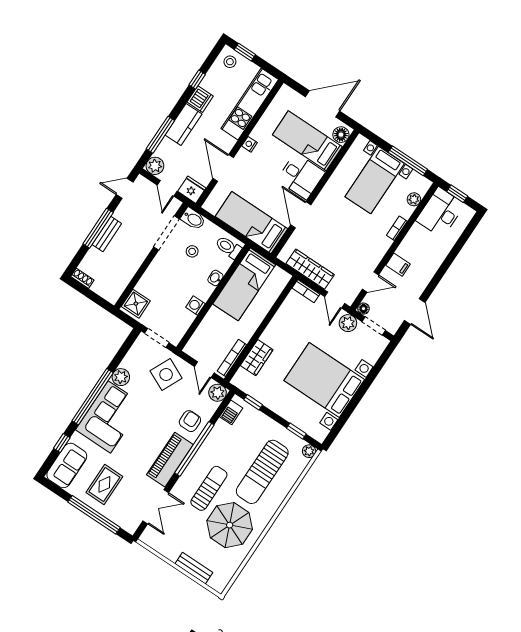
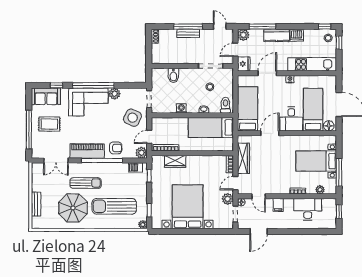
window: (197, 80) -> (325, 26), moved
desk: (440, 212) -> (308, 209), moved
bidet: (193, 219) -> (173, 75), moved
shower: (136, 304) -> (160, 75), removed

